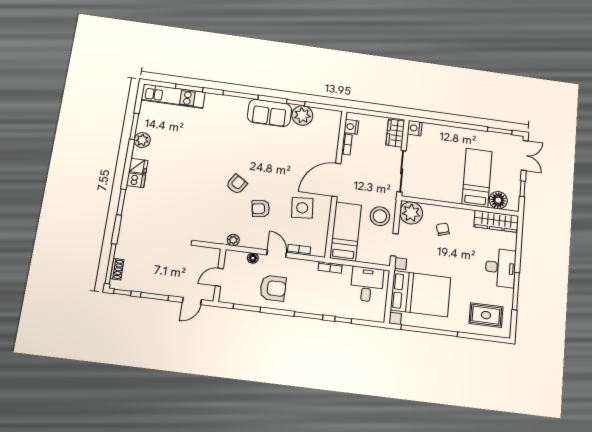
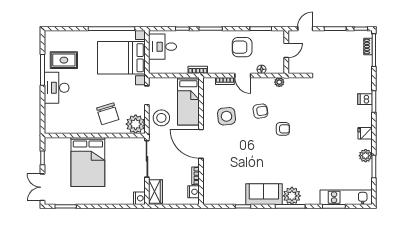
plant: (302, 116) -> (292, 196), moved
bed: (477, 178) -> (88, 162), width x1.50
dishwasher: (136, 180) -> (365, 99), moved
door: (336, 180) -> (201, 144), swing flipped
armchair: (237, 184) -> (283, 129), turned -123
floor lamp: (498, 200) -> (63, 145), removed
wardrobe: (496, 221) -> (63, 126), removed
chair: (443, 229) -> (108, 114), width x1.87, depth x1.87
desk: (367, 284) -> (163, 47), moved, turned 90
rug: (486, 315) -> (64, 60), moved

